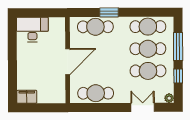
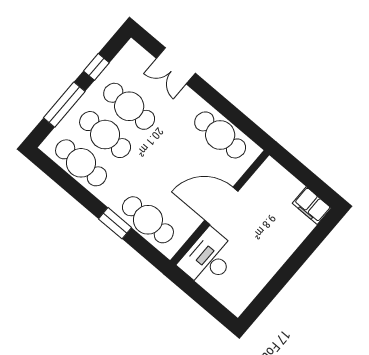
desk: (32, 29) -> (209, 258), moved, turned 90
plant: (169, 98) -> (132, 48), removed

